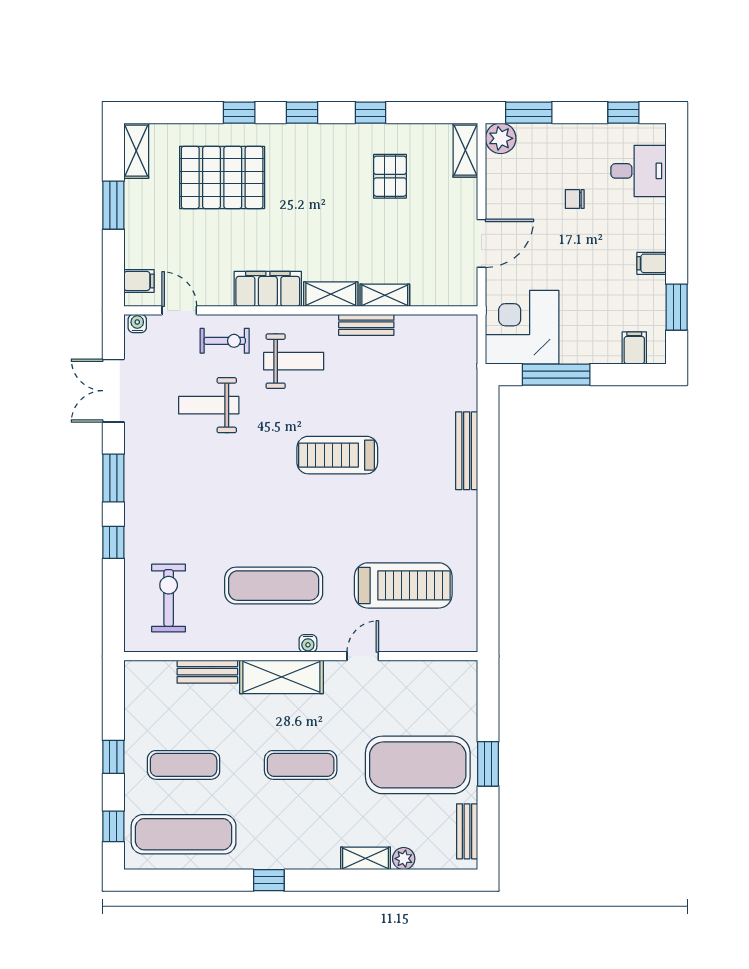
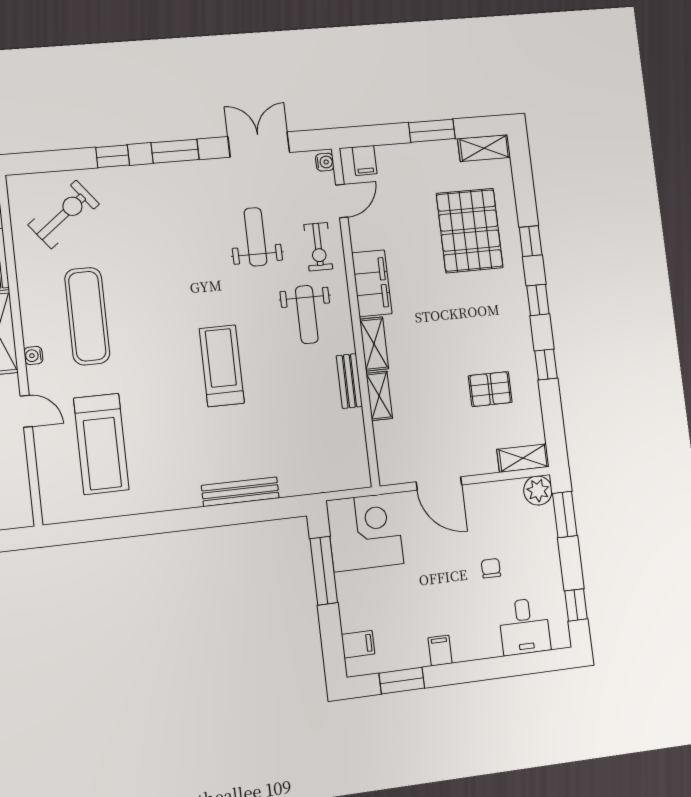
exercise bike: (169, 598) -> (64, 214), turned -38

